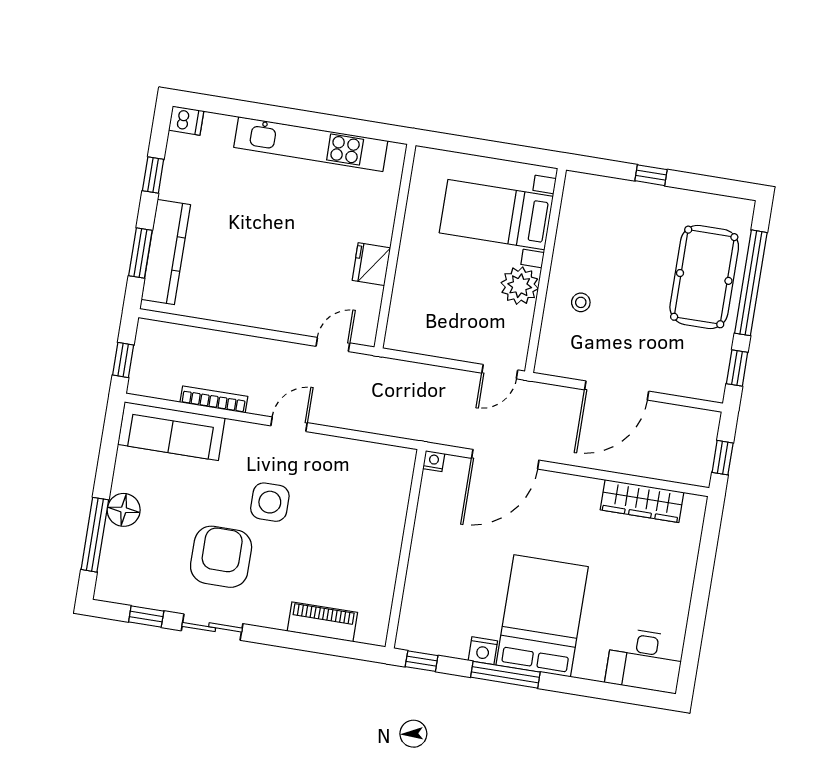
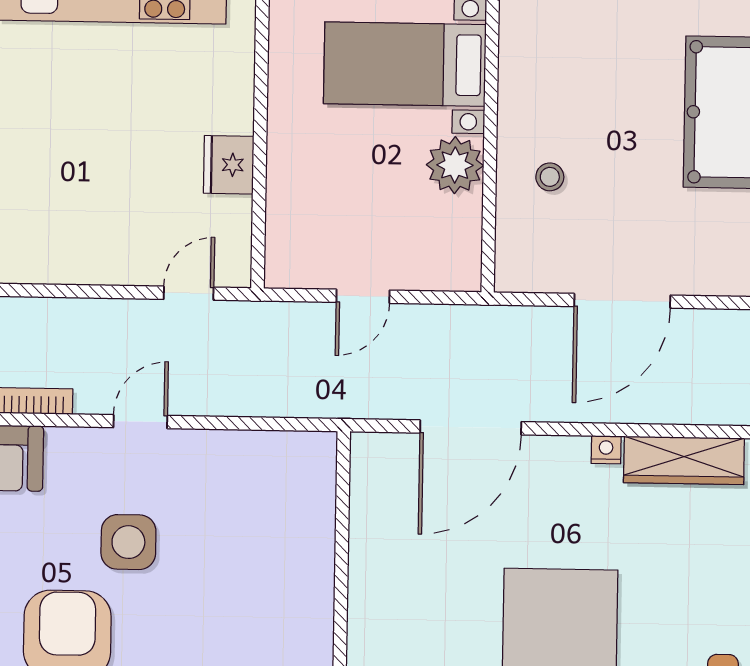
door: (500, 372) -> (363, 296), moved
nightstand: (434, 461) -> (606, 450), moved

